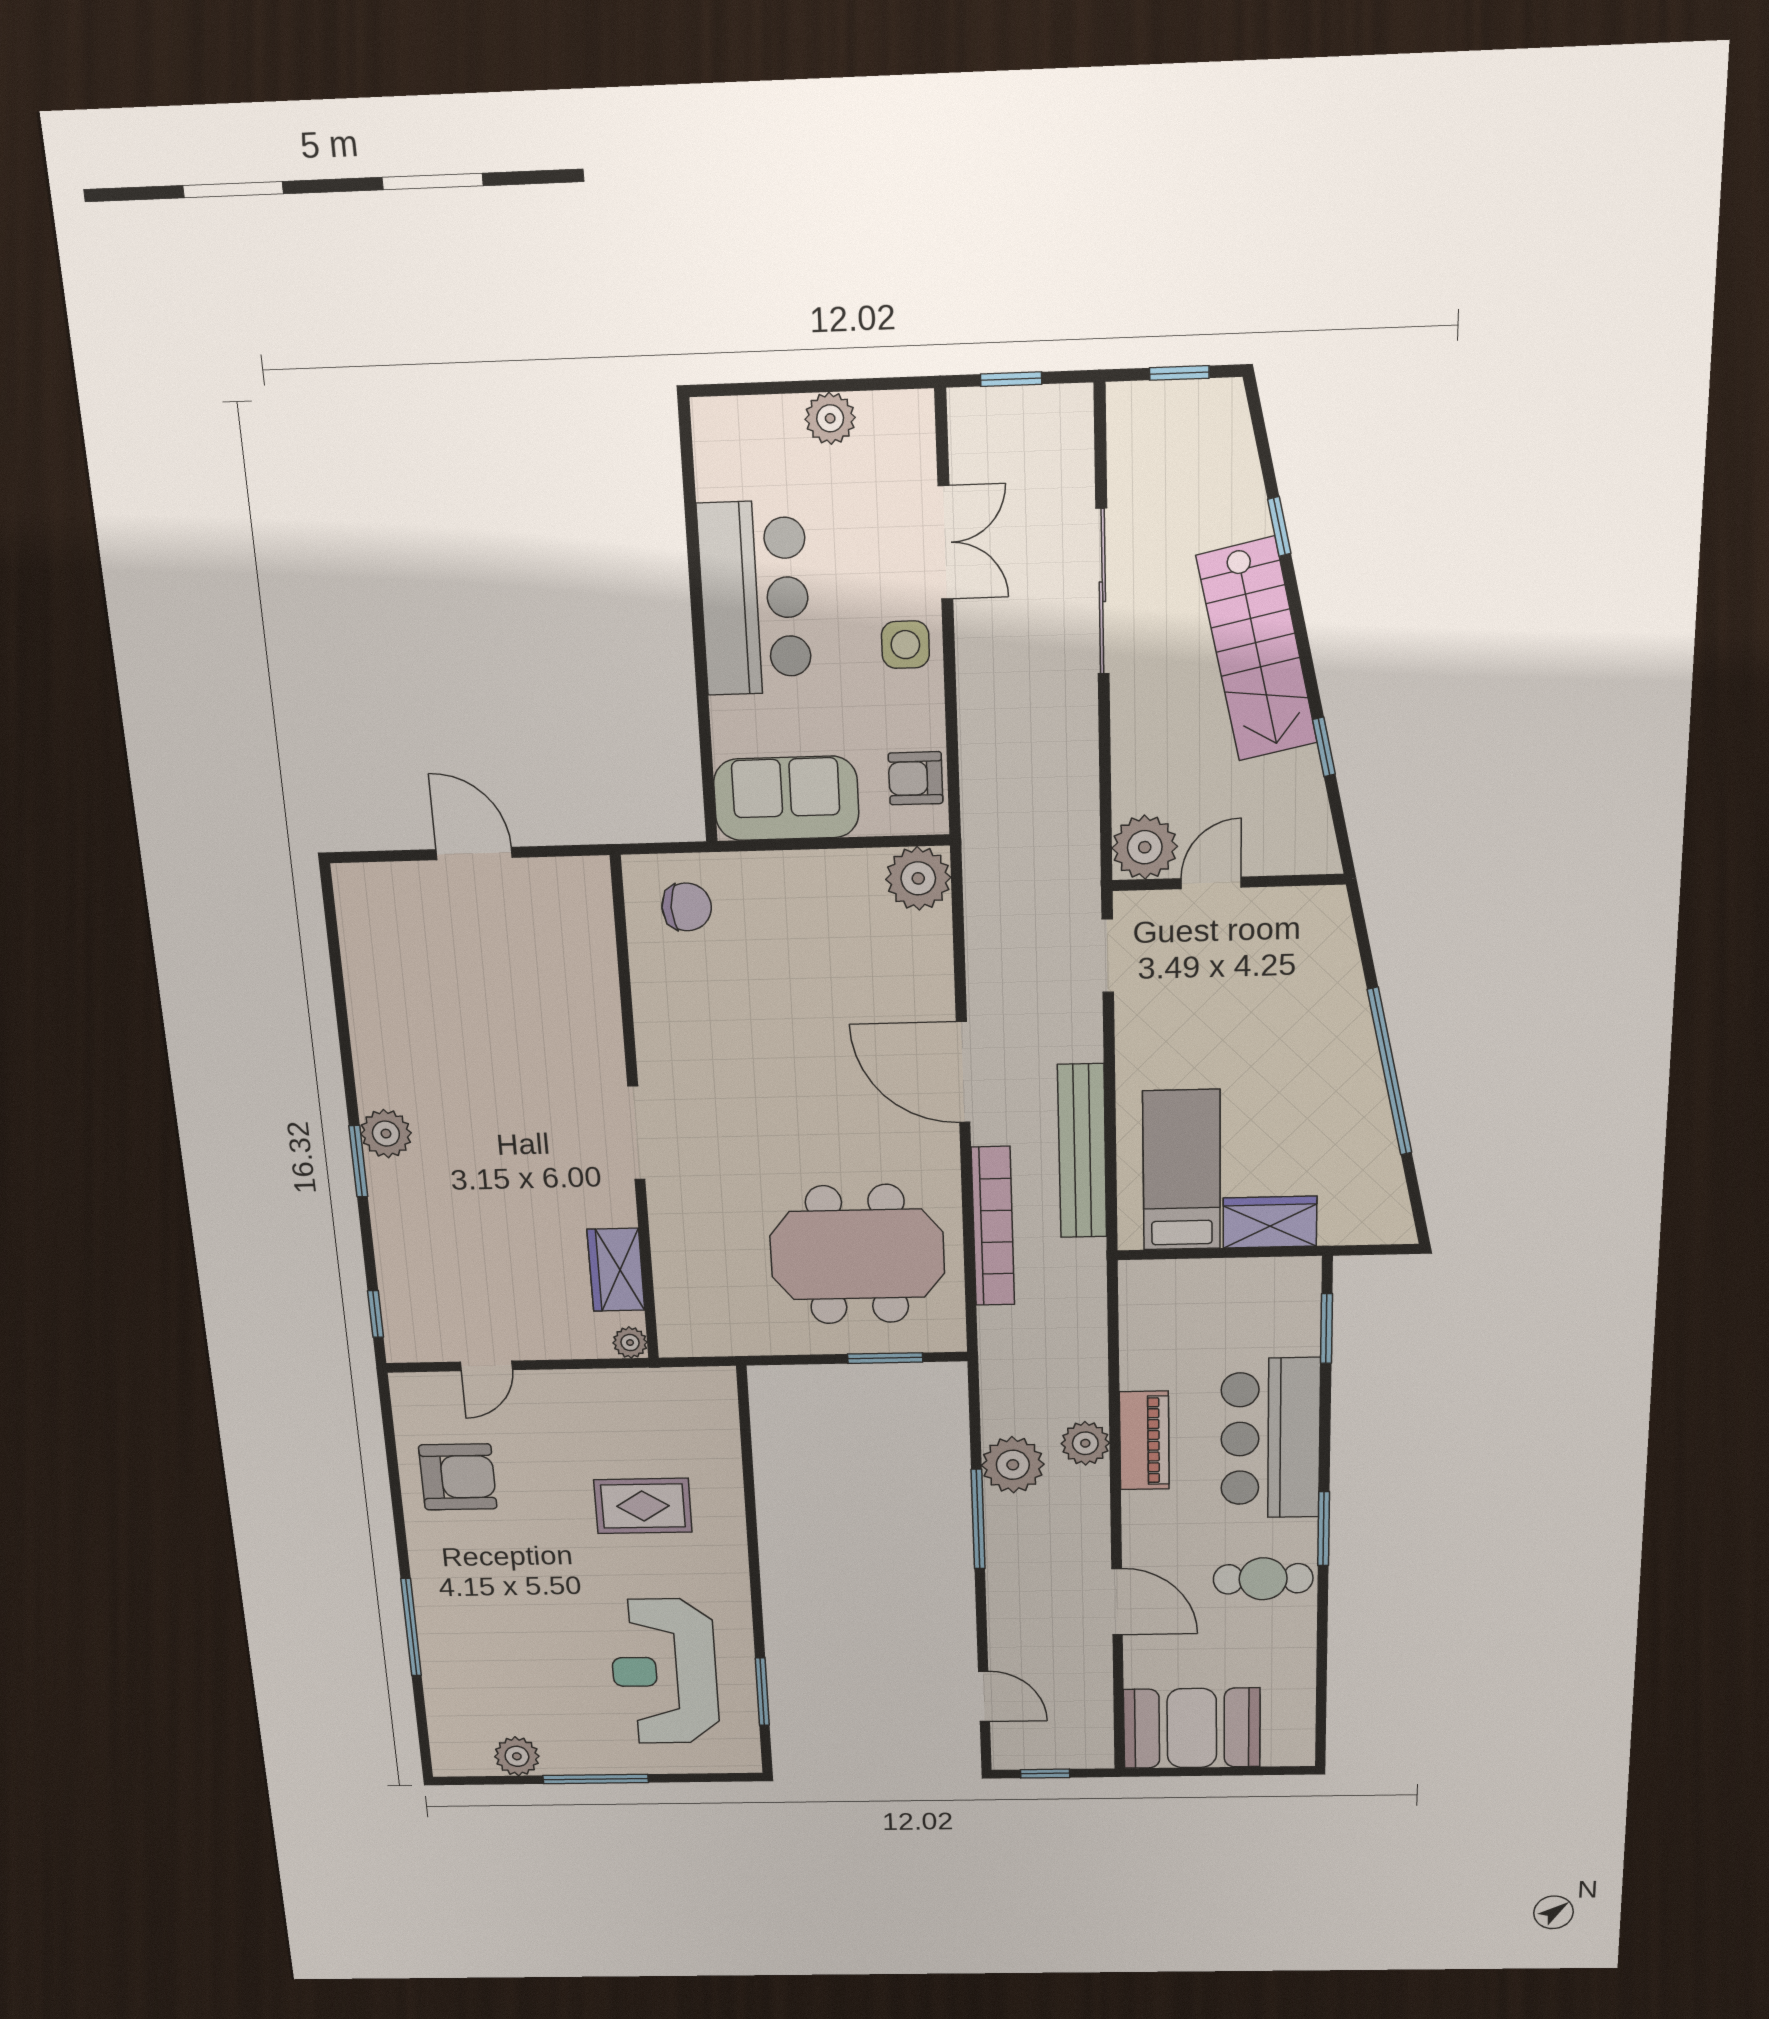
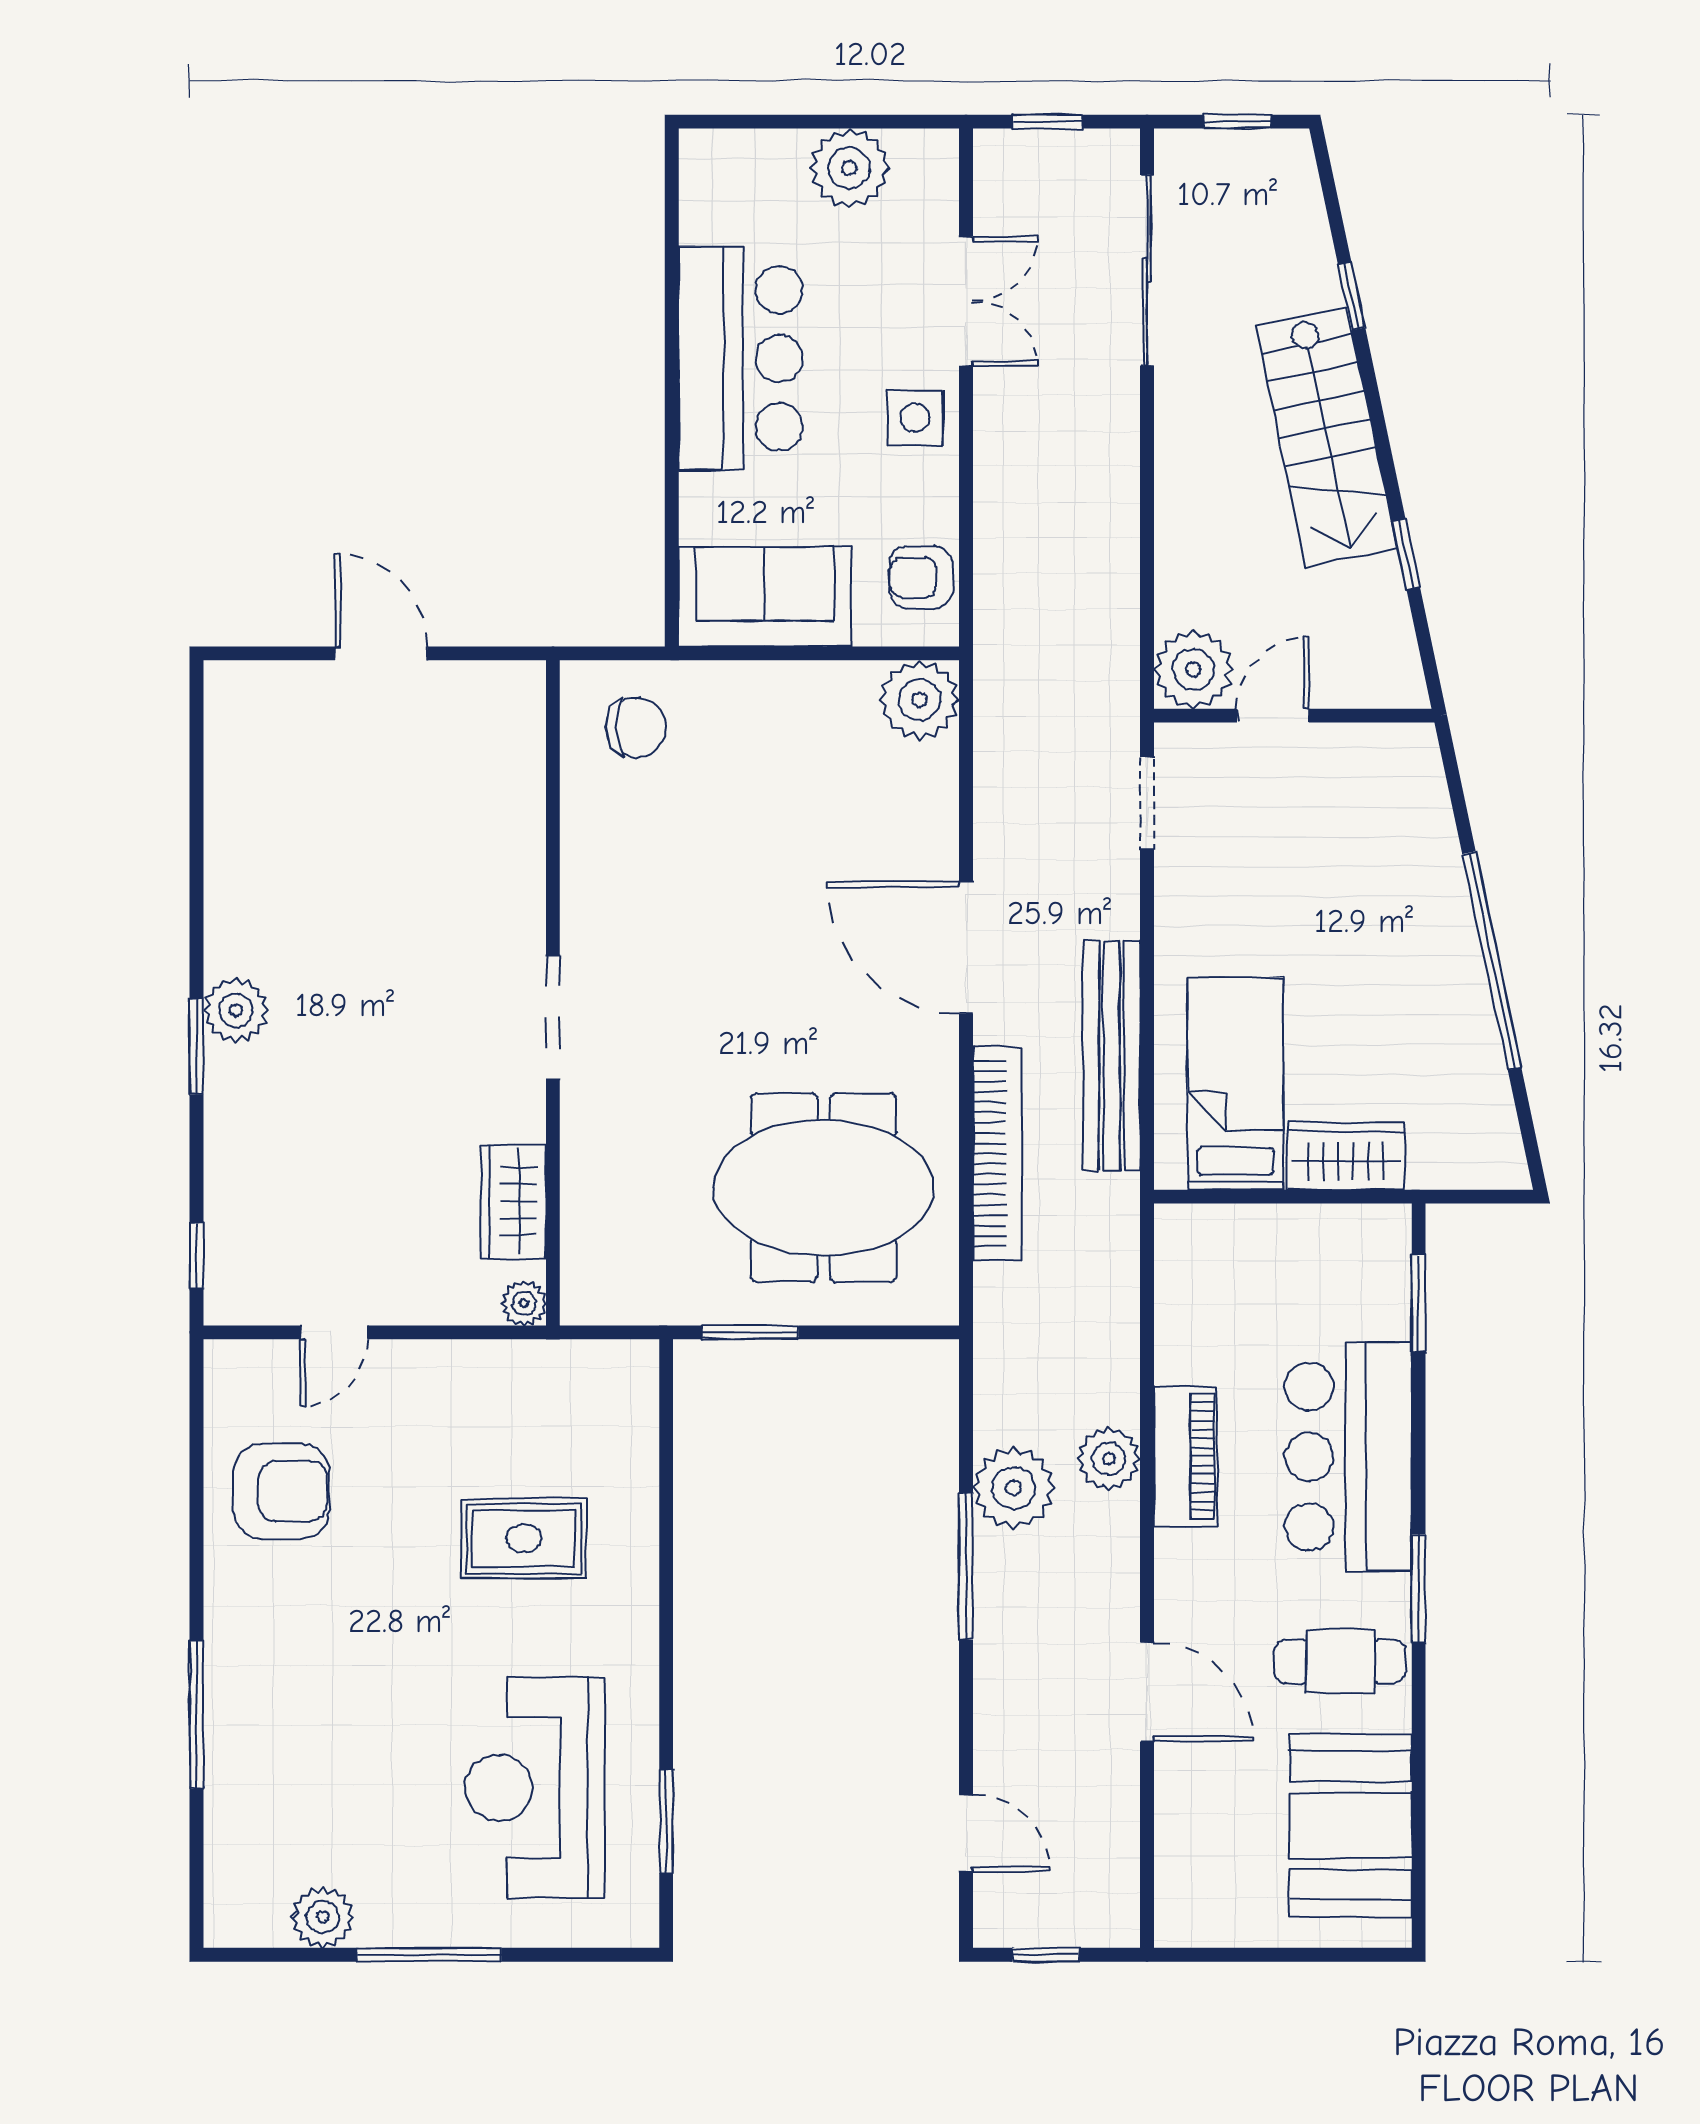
plant: (830, 418) -> (849, 168), width x1.36, depth x1.36
sliding door: (1102, 592) -> (1147, 270), moved
window: (885, 1358) -> (750, 1332), moved
booth: (1192, 1728) -> (1350, 1825), moved, turned 90

